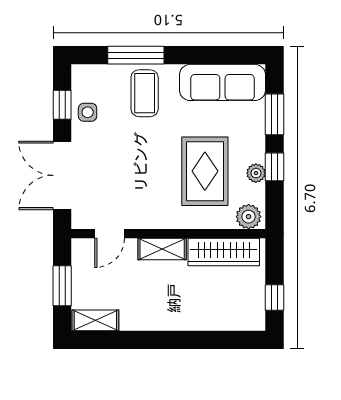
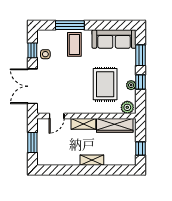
shelving: (95, 320) -> (92, 160), moved

